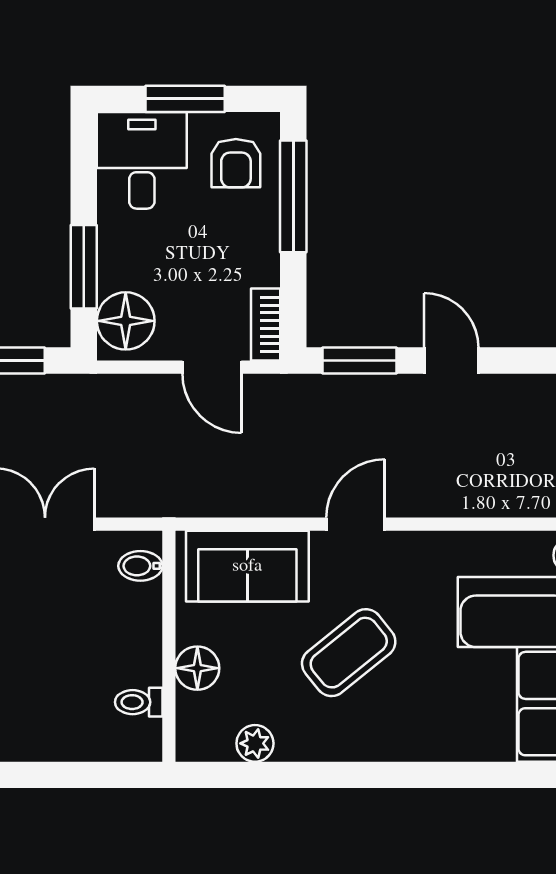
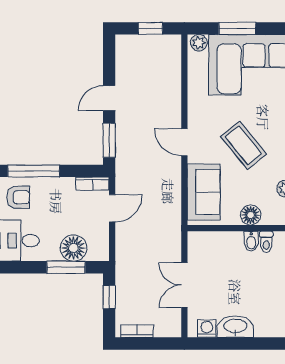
floor lamp: (126, 321) -> (73, 248), moved
bidet: (140, 566) -> (251, 241), moved

